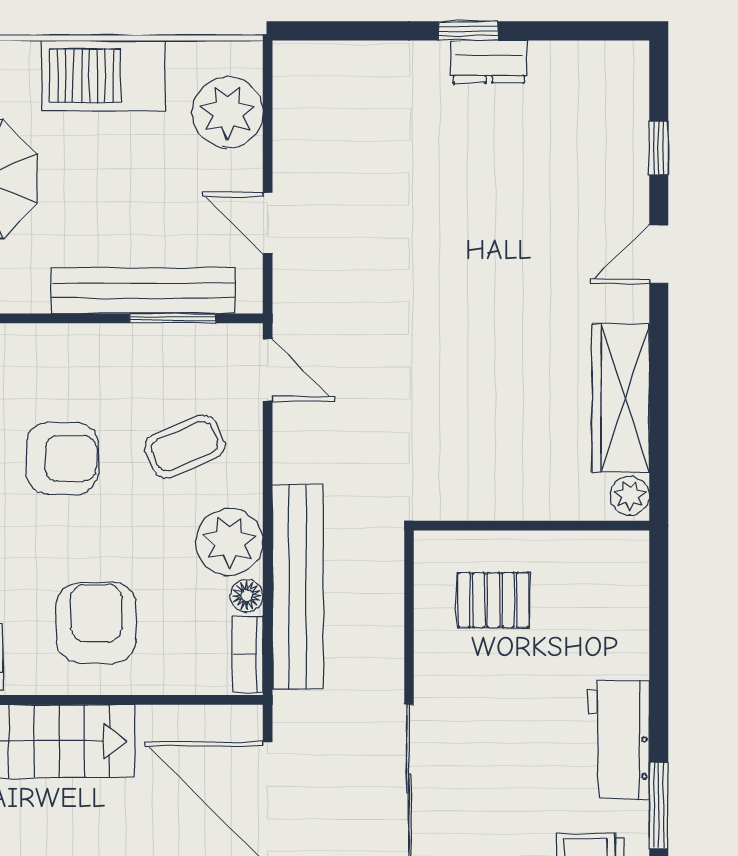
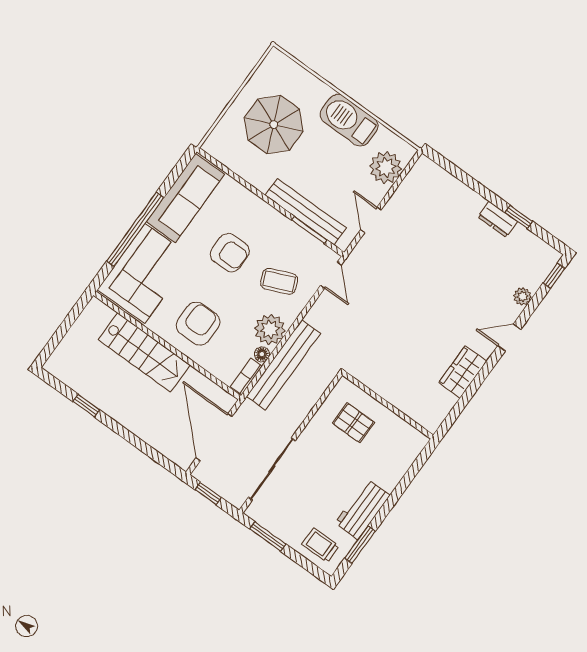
window: (468, 31) -> (519, 217), moved
window: (659, 148) -> (554, 276), moved
wardrobe: (621, 398) -> (463, 372), width x0.67
plant: (630, 496) -> (522, 296), moved

